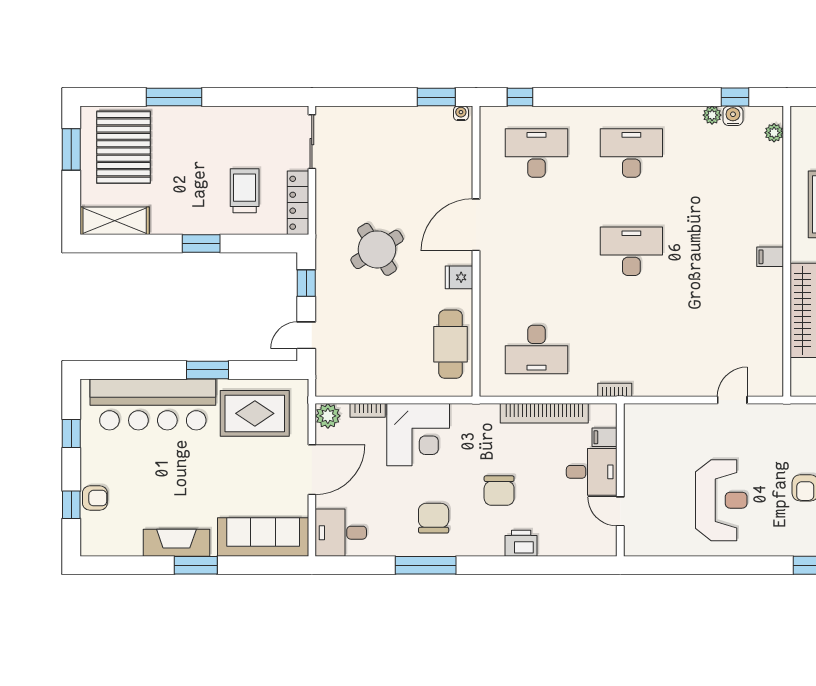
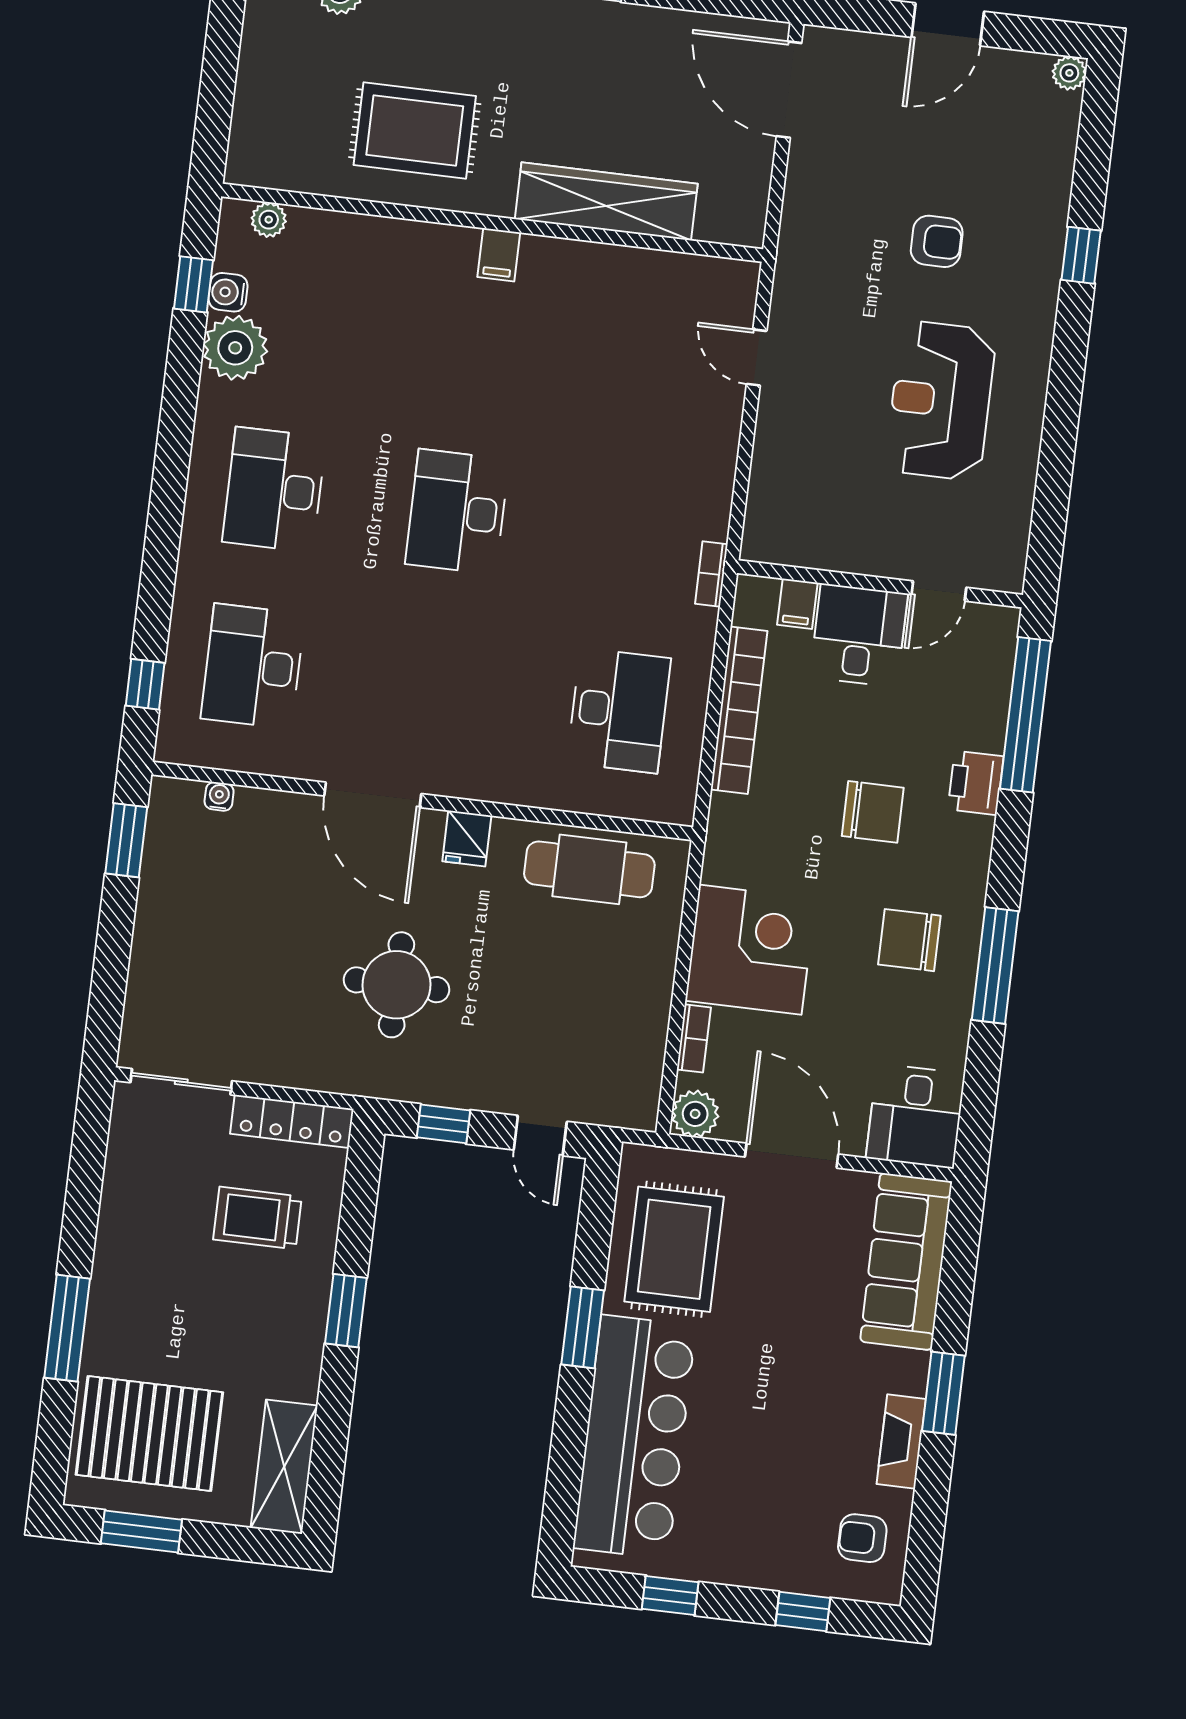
water cooler: (461, 113) -> (219, 796), moved, turned 90
plant: (712, 115) -> (235, 348), width x1.87, depth x1.87
round table: (377, 249) -> (396, 985), turned 32
armchair: (95, 498) -> (862, 1538), moved, turned -90
reception desk: (721, 500) -> (941, 401), turned -90
fireplace: (176, 543) -> (901, 1442), width x0.73, depth x0.76
window: (560, 565) -> (1025, 715), added

